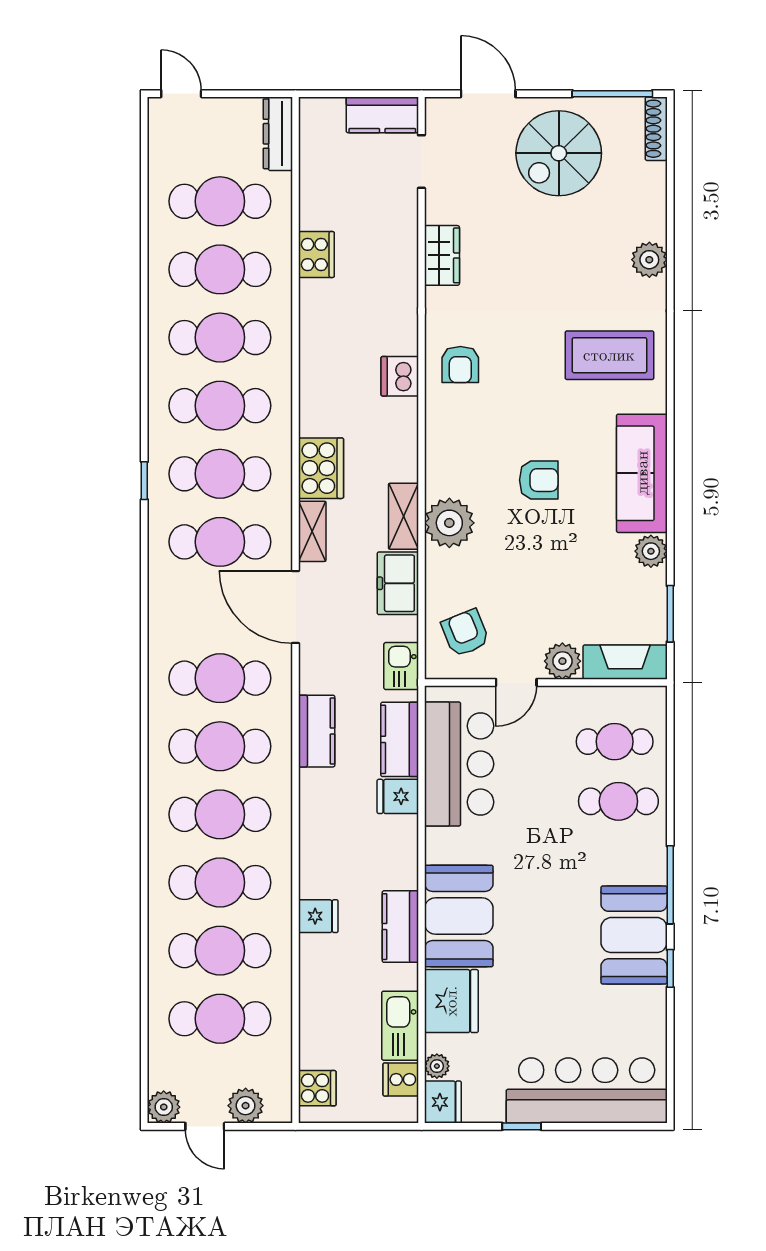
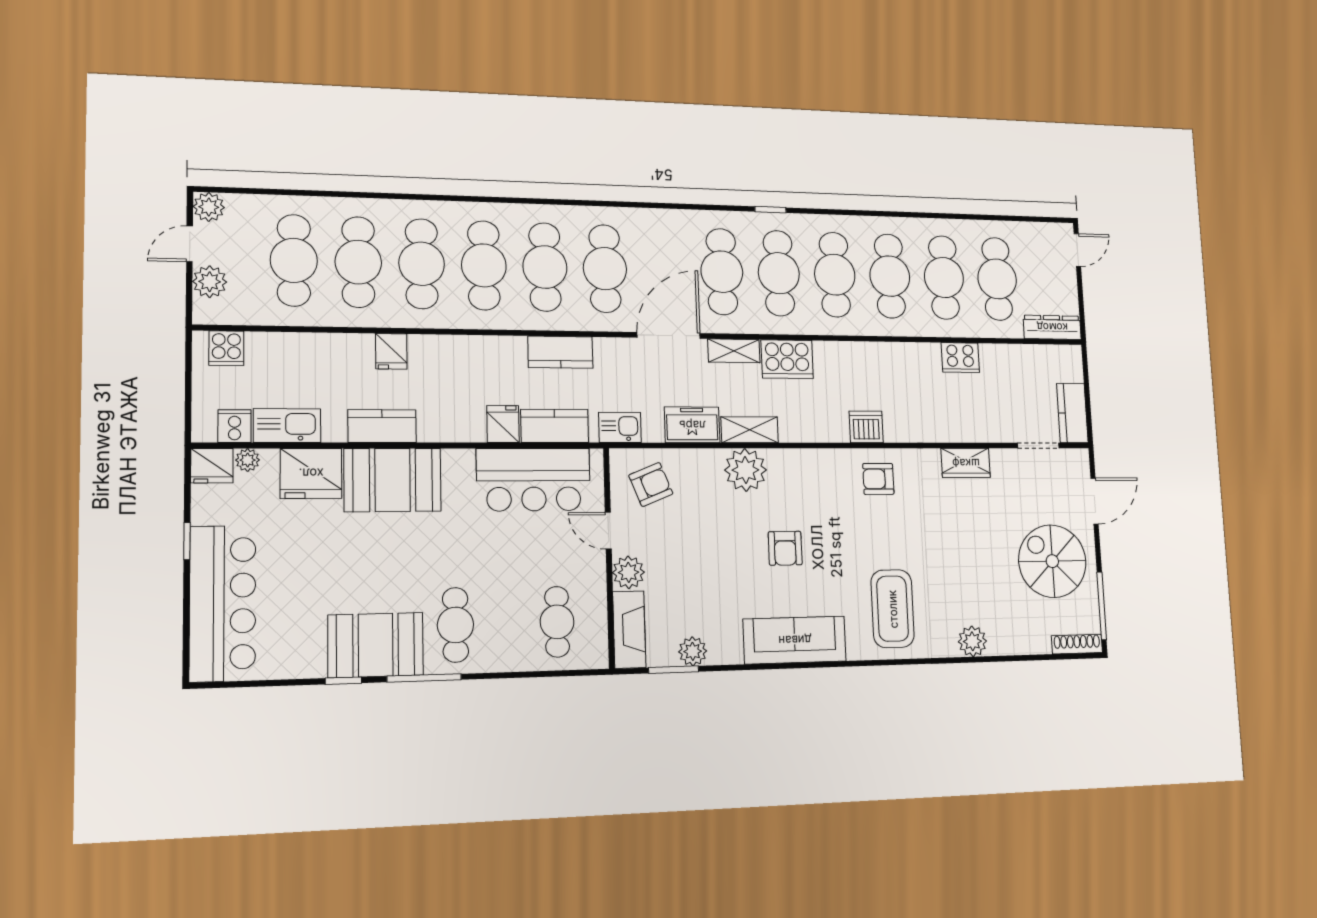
plant: (651, 551) -> (693, 651), moved
cafe table: (618, 801) -> (455, 625), moved

